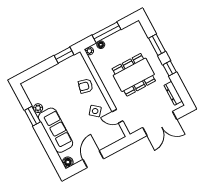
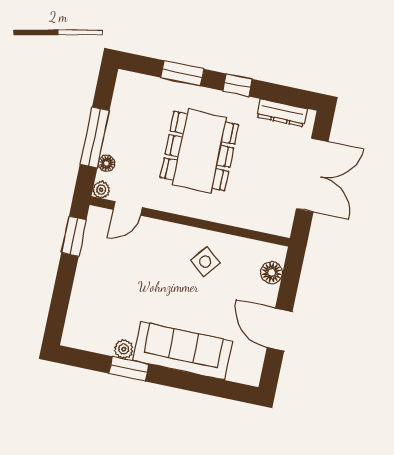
armchair: (86, 86) -> (152, 243), removed
door: (118, 116) -> (128, 208), moved
floor lamp: (68, 162) -> (272, 273), moved

